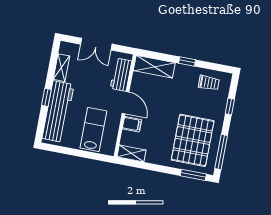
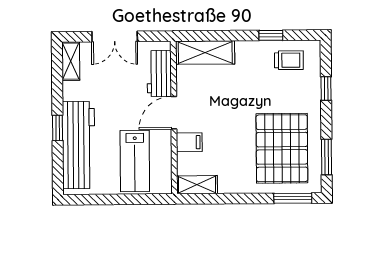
window: (187, 61) -> (271, 35), moved
shelving: (61, 68) -> (71, 61), moved
door: (126, 103) -> (174, 113), swing flipped
lab bench: (93, 129) -> (135, 161), turned 180
window: (221, 152) -> (327, 157), width x0.69

